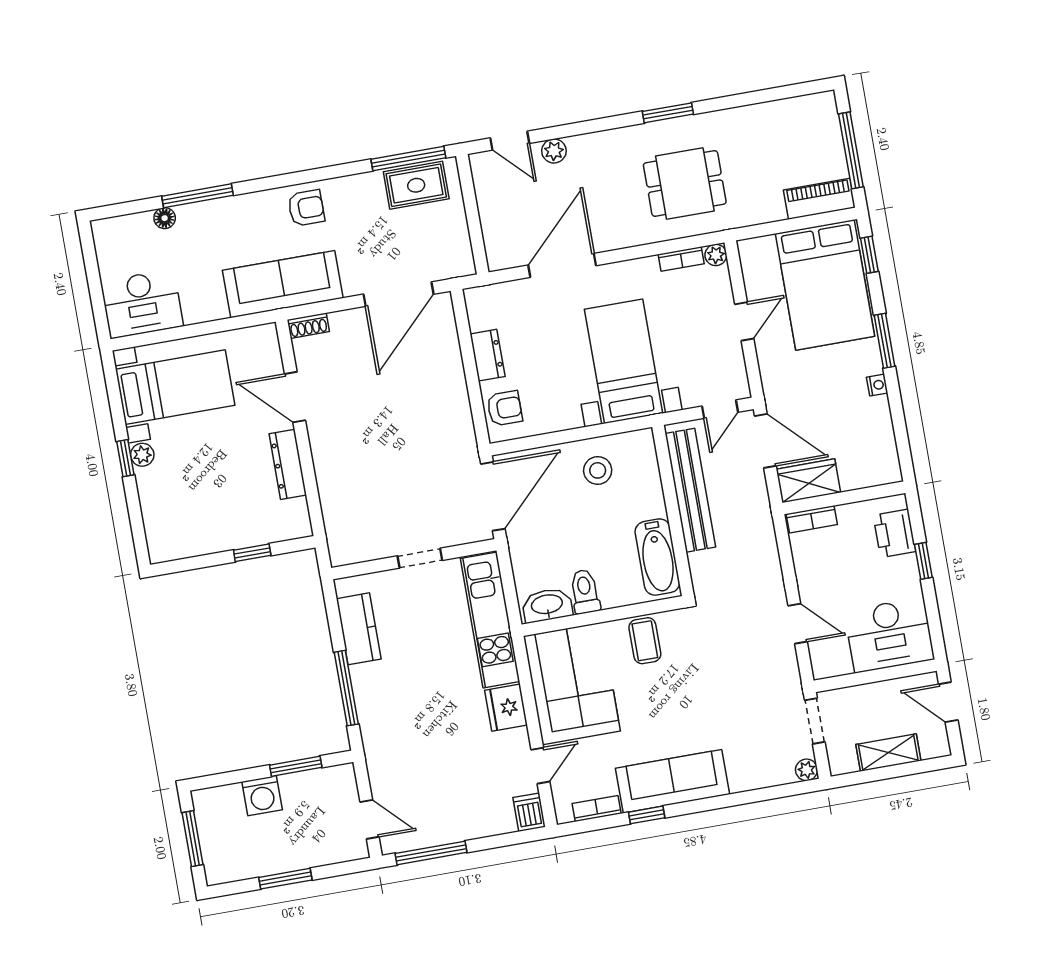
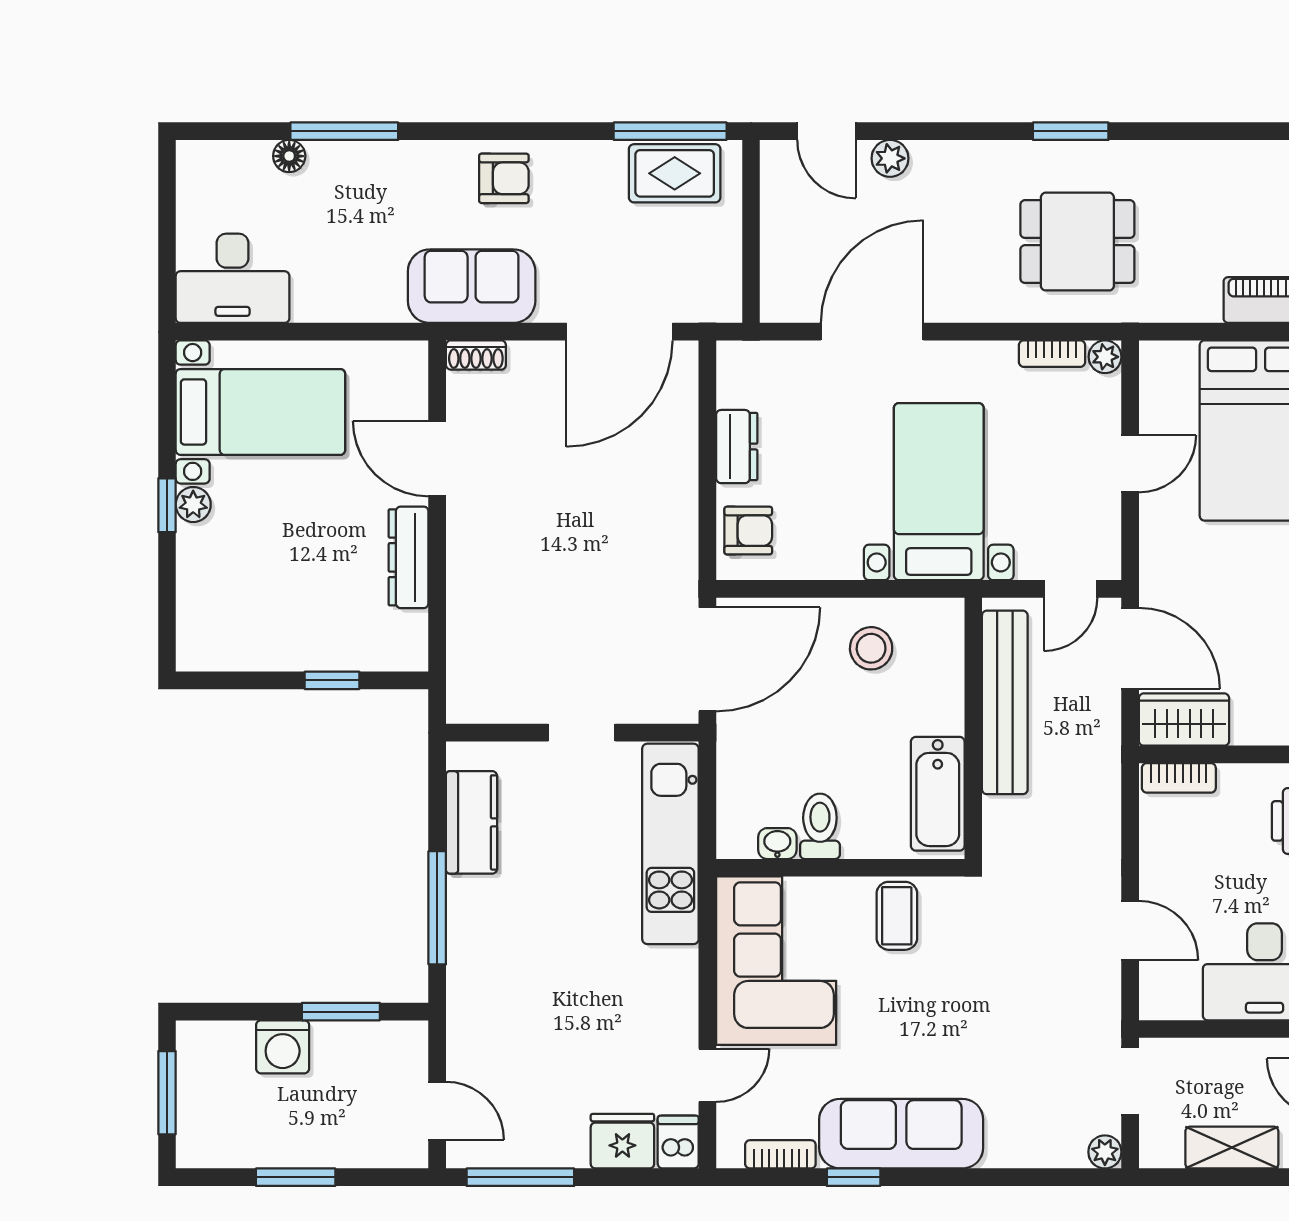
sofa: (283, 284) -> (472, 286), width x0.73
washbasin: (547, 605) -> (777, 844), width x0.52, depth x0.69
fridge: (506, 708) -> (622, 1141), moved, turned 90

